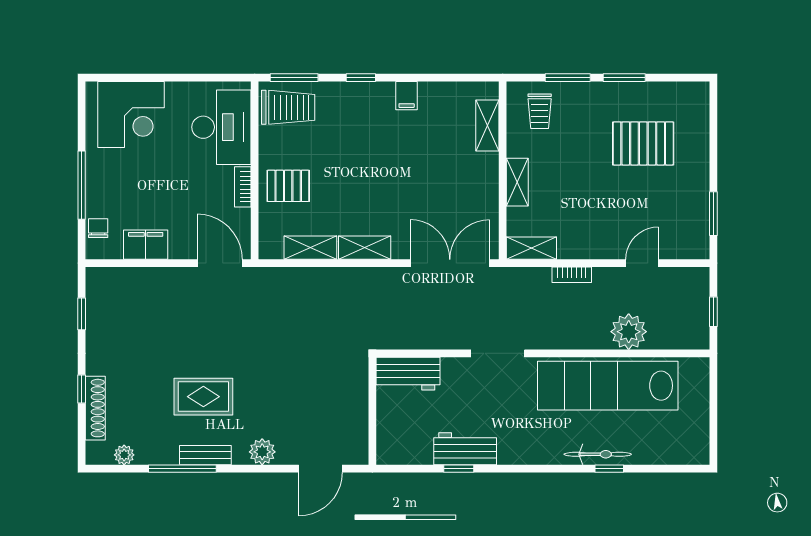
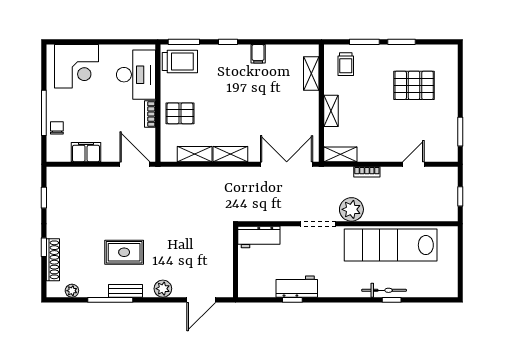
chair: (98, 228) -> (57, 128), moved
plant: (629, 332) -> (351, 209), moved

